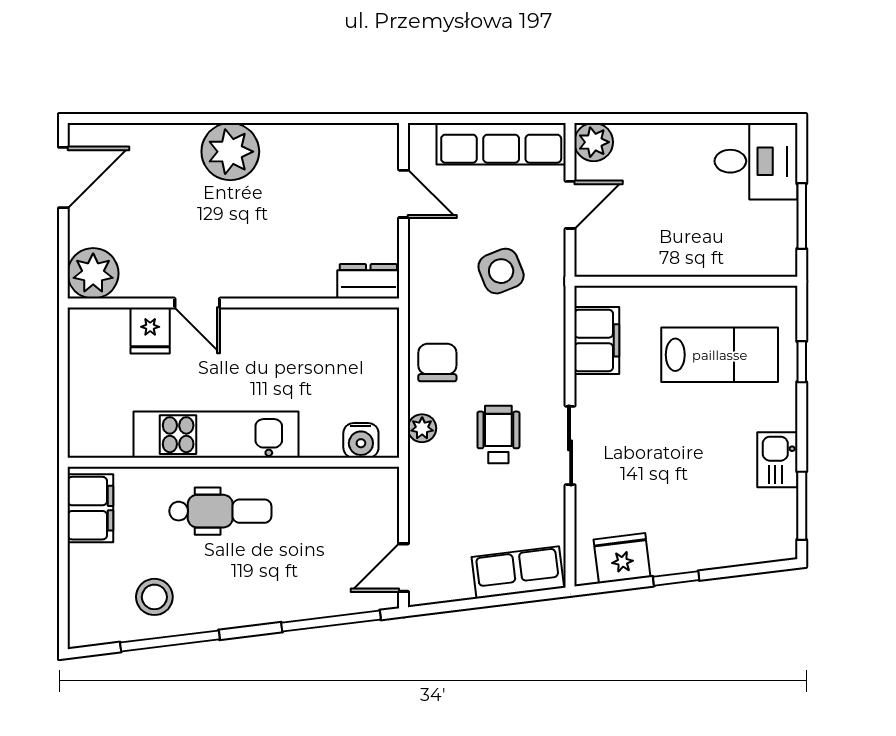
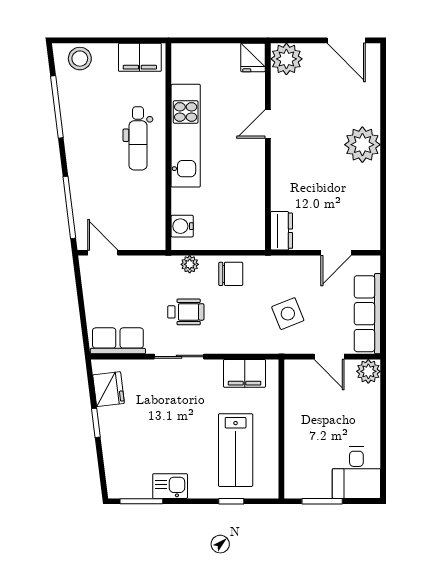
fridge: (150, 331) -> (253, 58), moved, turned -90
row of seats: (518, 572) -> (118, 341), moved, turned -83
stool: (154, 597) -> (80, 59), moved

